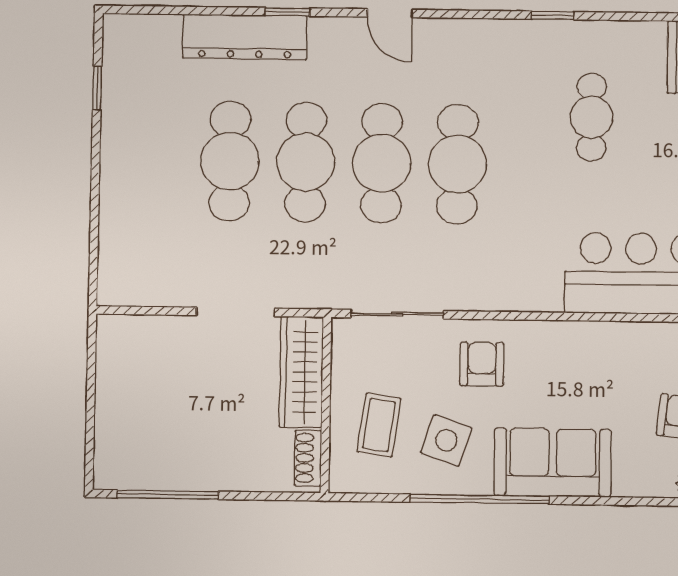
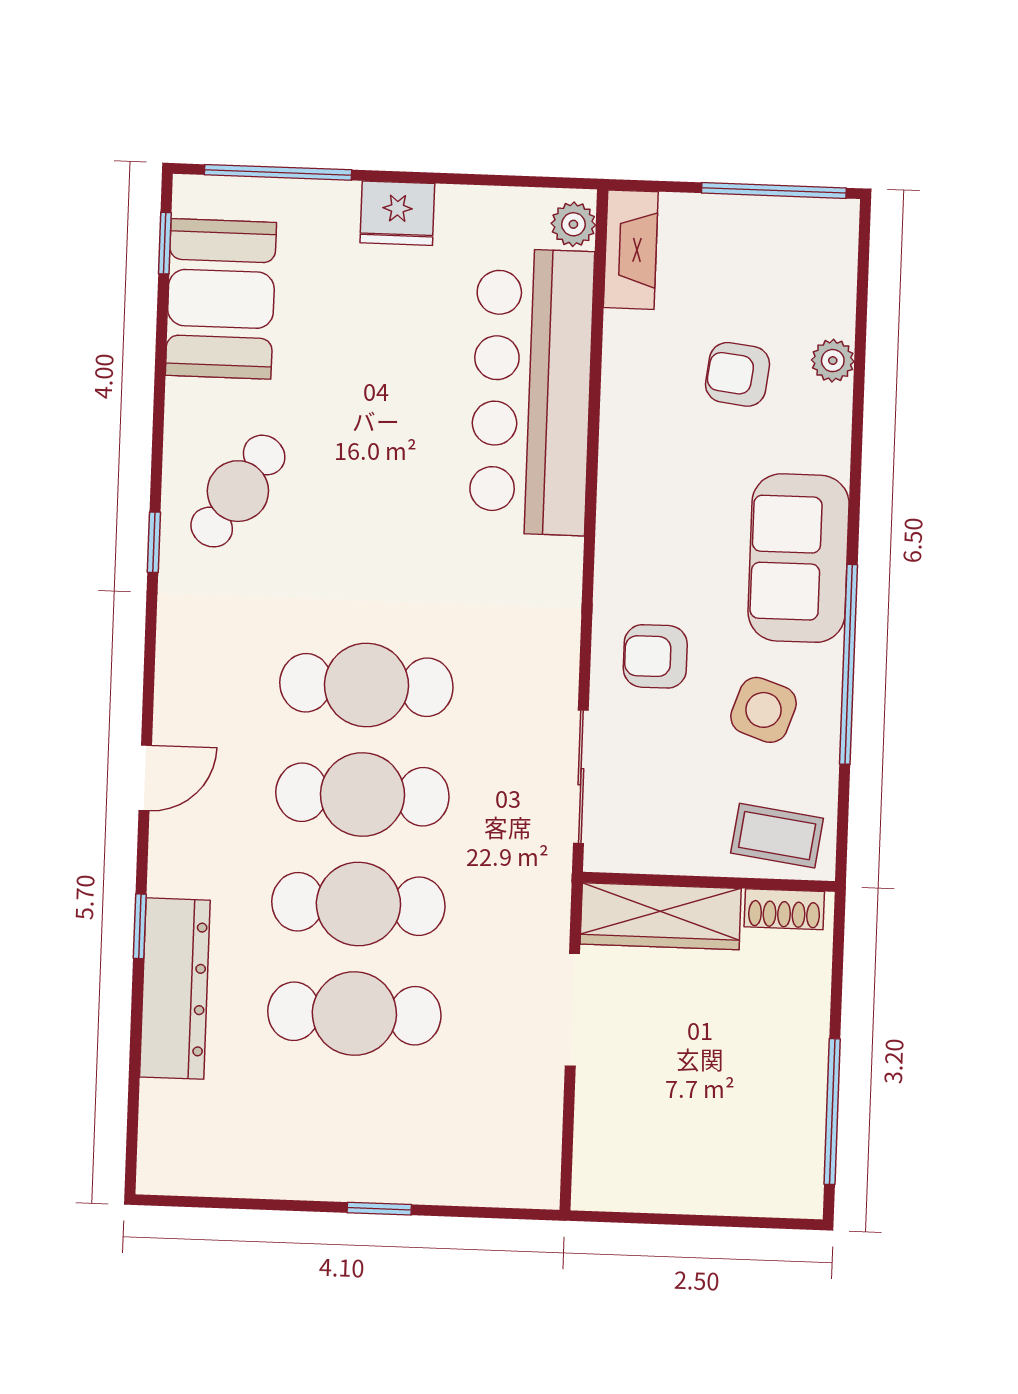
window: (97, 88) -> (379, 1209), moved
cafe table: (591, 117) -> (238, 491), moved, turned -56
coffee table: (379, 425) -> (777, 836), moved

